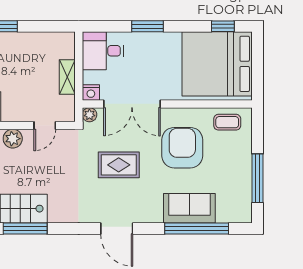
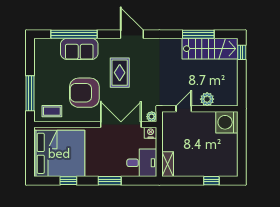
window: (223, 26) -> (68, 181), moved
shelving: (67, 77) -> (168, 164), moved
armchair: (182, 148) -> (84, 93), turned 90
rug: (119, 165) -> (120, 73), moved, turned 90
window: (257, 178) -> (30, 93), moved

